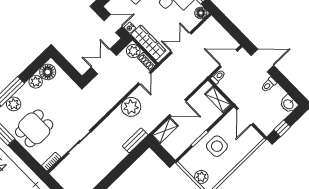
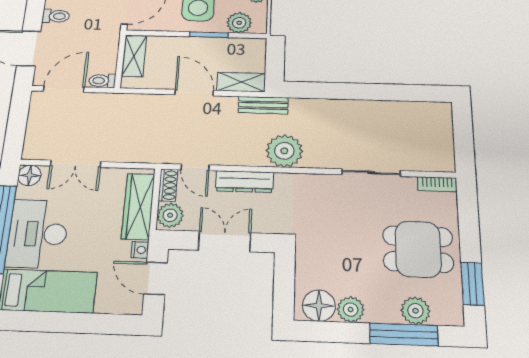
double door: (181, 43) -> (76, 164), moved
door: (229, 58) -> (64, 89), swing flipped
double door: (104, 61) -> (225, 241), swing flipped
door: (145, 78) -> (195, 167), swing flipped
dresser: (121, 91) -> (244, 182), added
plant: (131, 107) -> (284, 151), moved
bench: (135, 140) -> (263, 105), moved
plant: (194, 156) -> (239, 23), added

